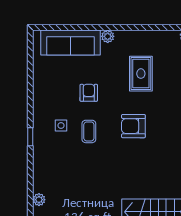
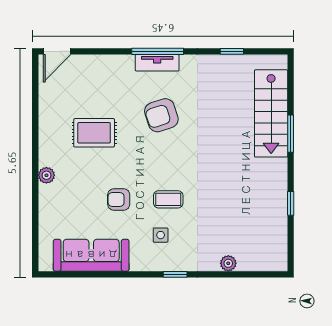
sofa: (70, 43) -> (91, 255), moved, turned -90
armchair: (133, 126) -> (161, 115), moved, turned 72
plant: (39, 200) -> (228, 263), moved

